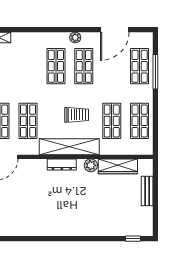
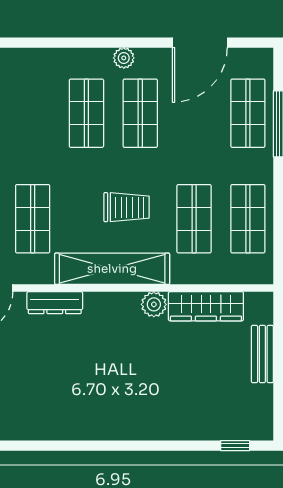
dresser: (62, 164) -> (55, 303), moved

